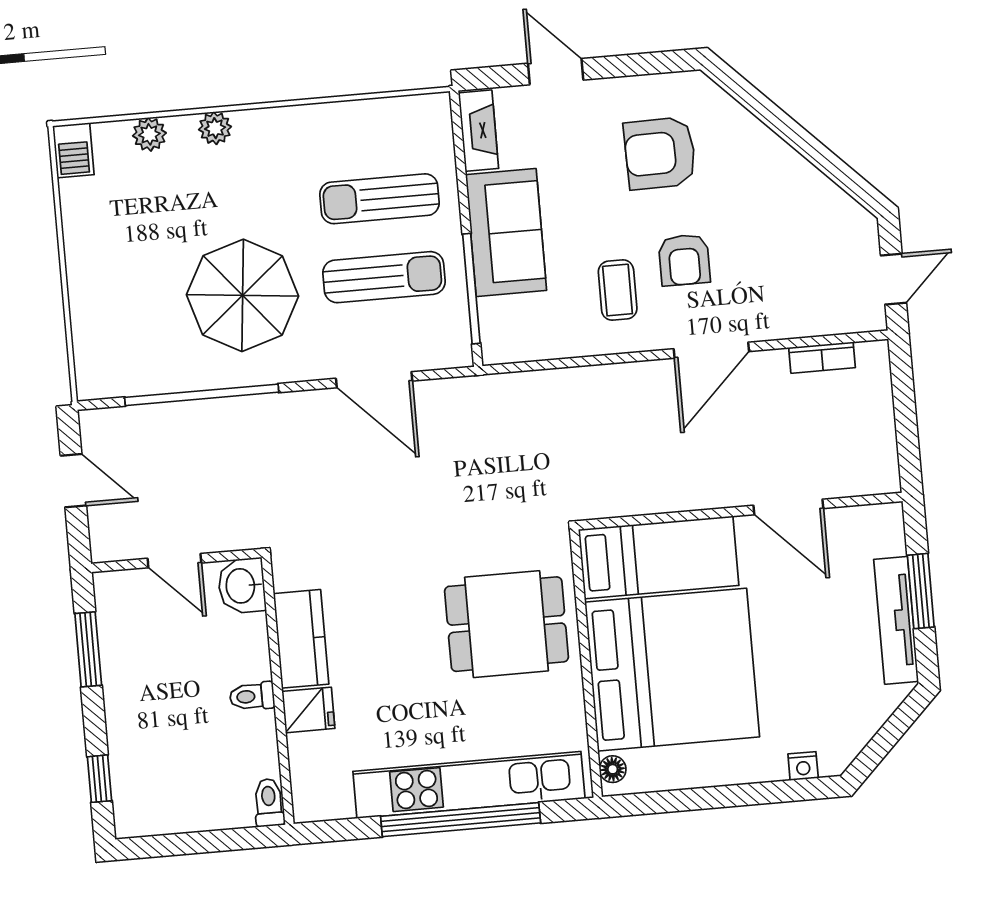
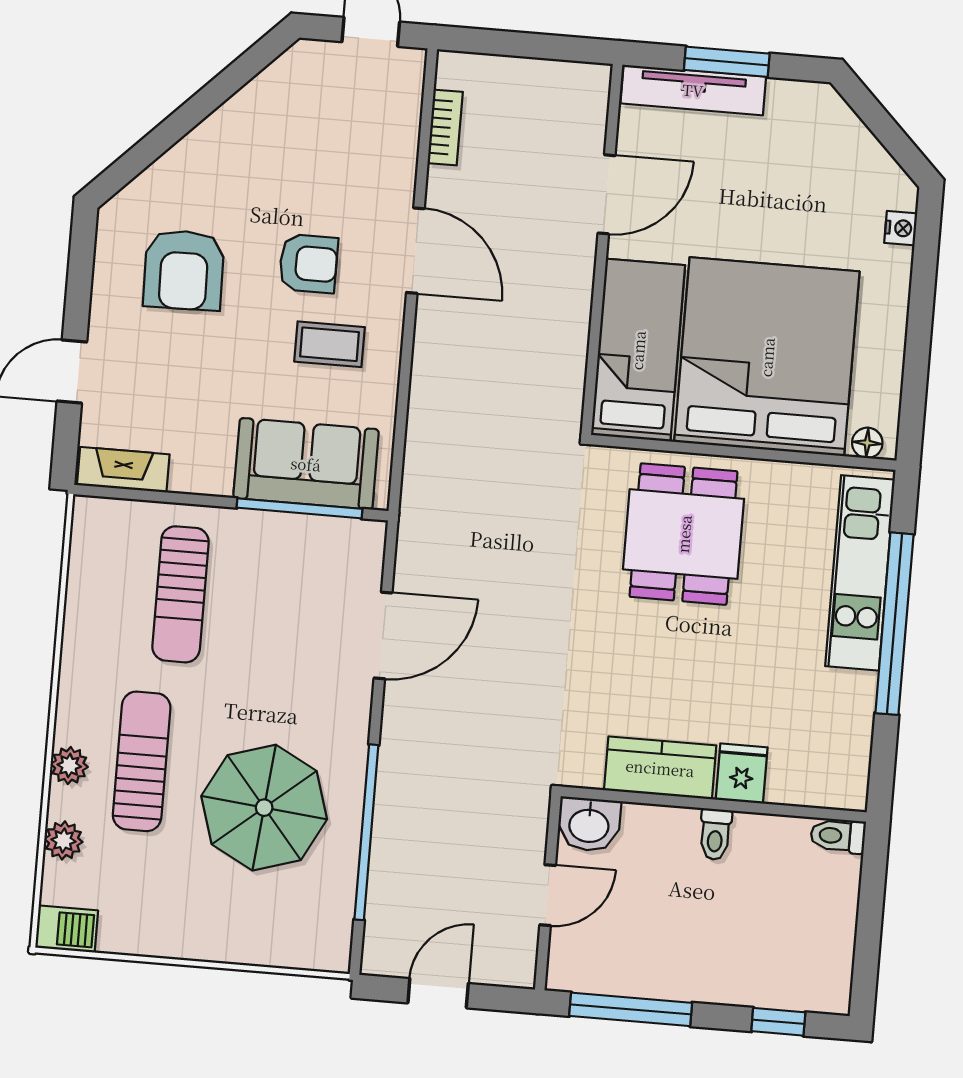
sofa: (506, 232) -> (306, 464), moved
sun lounger: (384, 277) -> (142, 761), moved
parasol: (243, 295) -> (264, 808), moved
tv unit: (896, 620) -> (693, 90), moved
window: (88, 649) -> (631, 1009), width x1.44
kitchen unit: (469, 785) -> (860, 573), width x0.73

